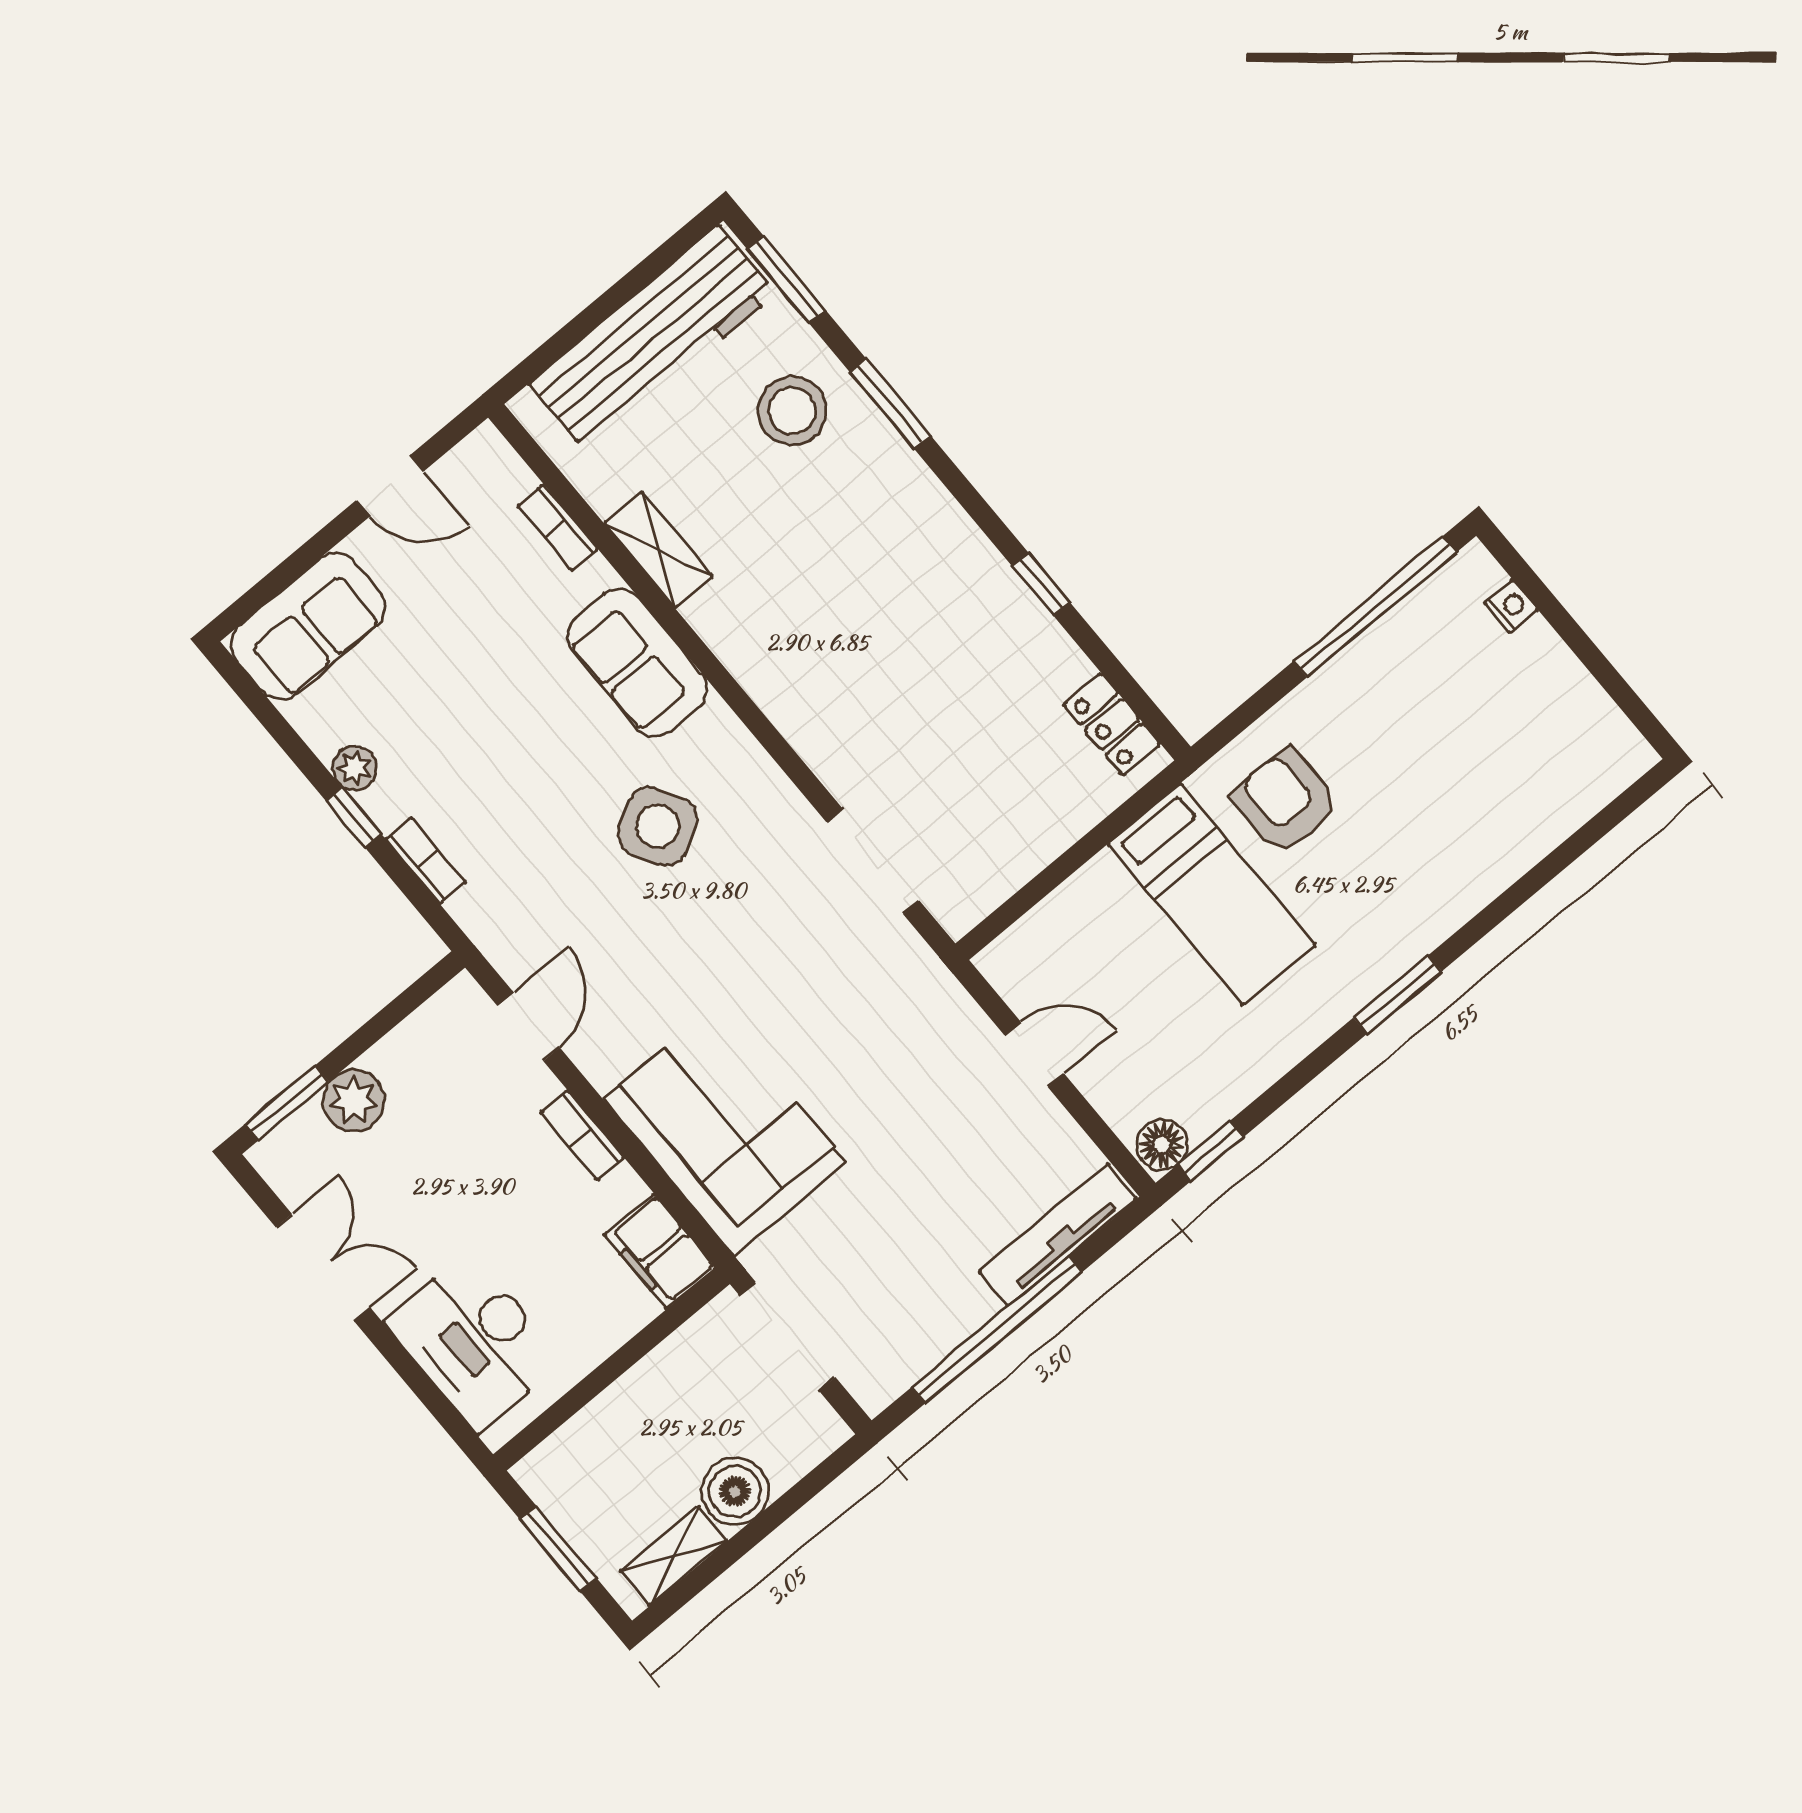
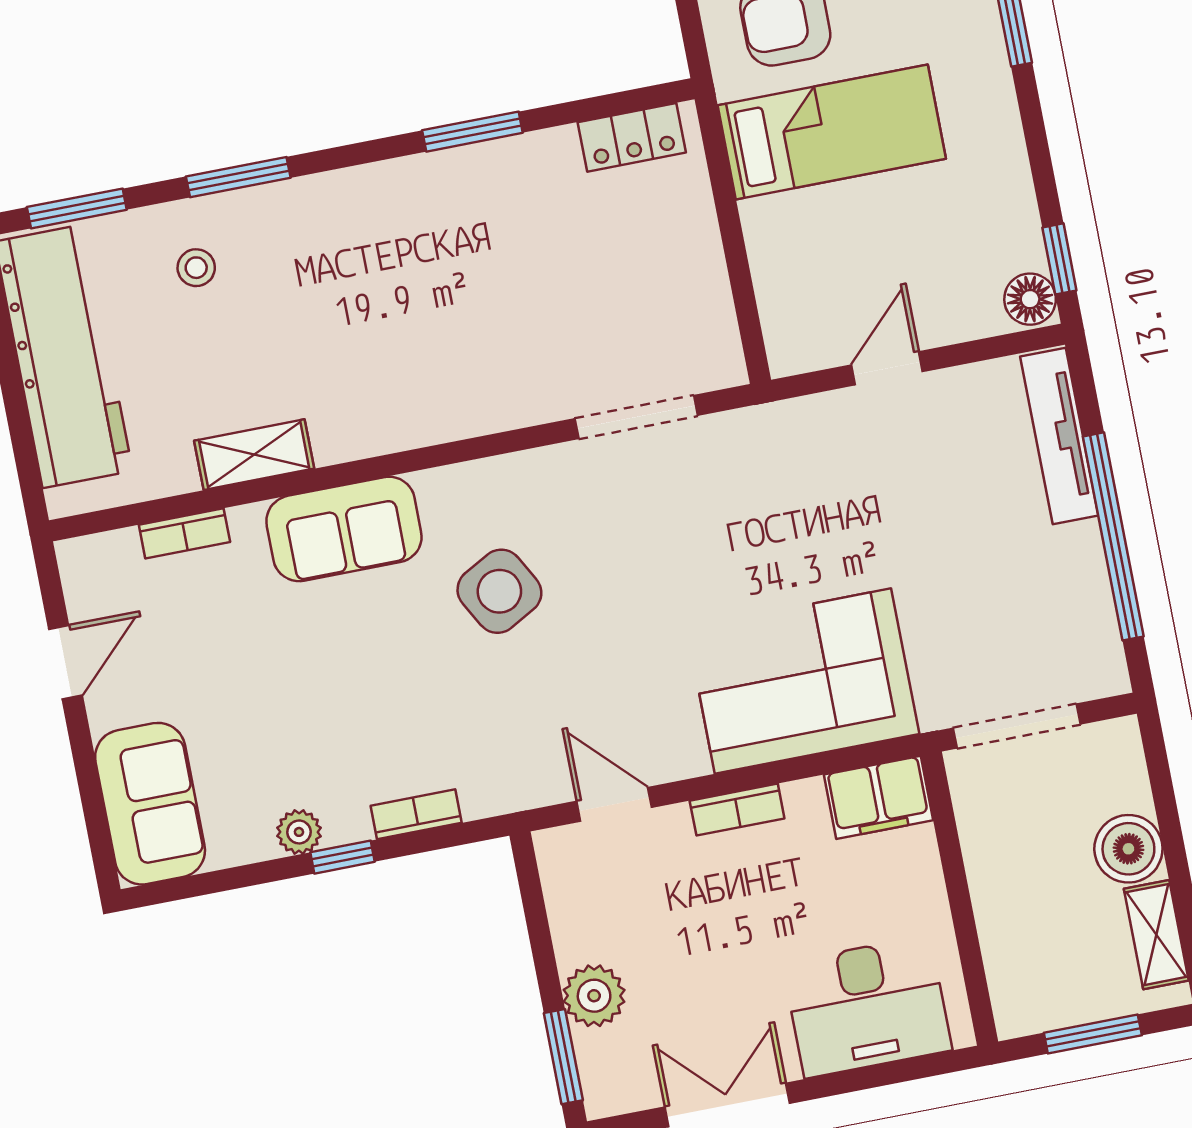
stool: (792, 411) -> (196, 268), width x0.53, depth x0.53
window: (1041, 584) -> (472, 132), width x1.50

